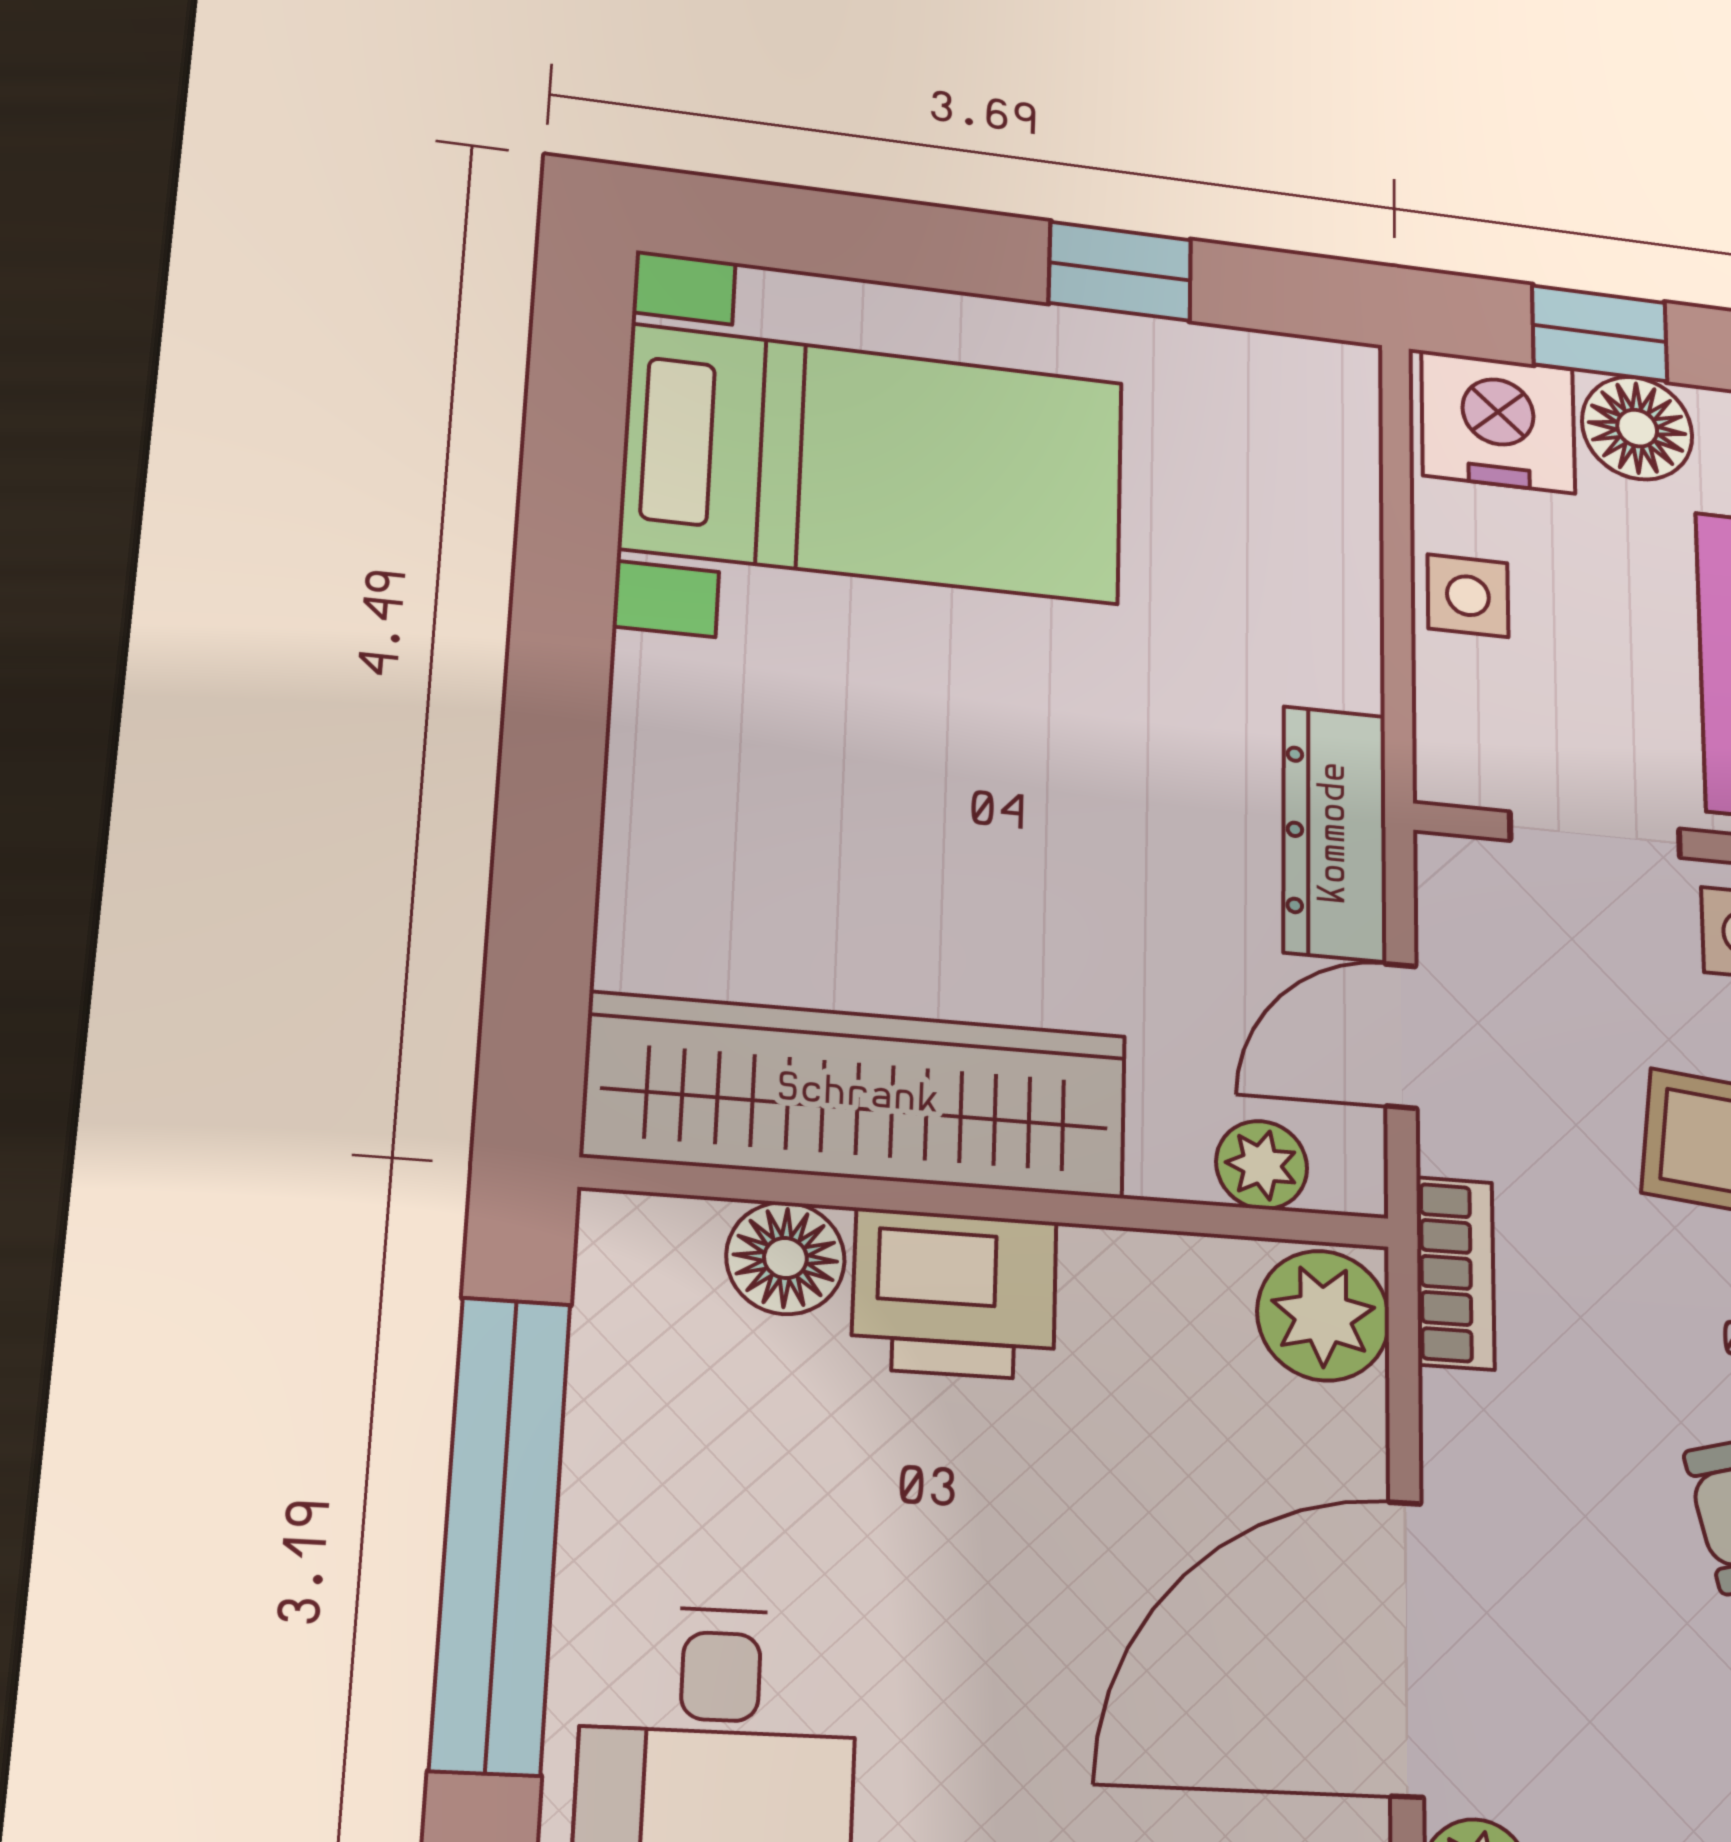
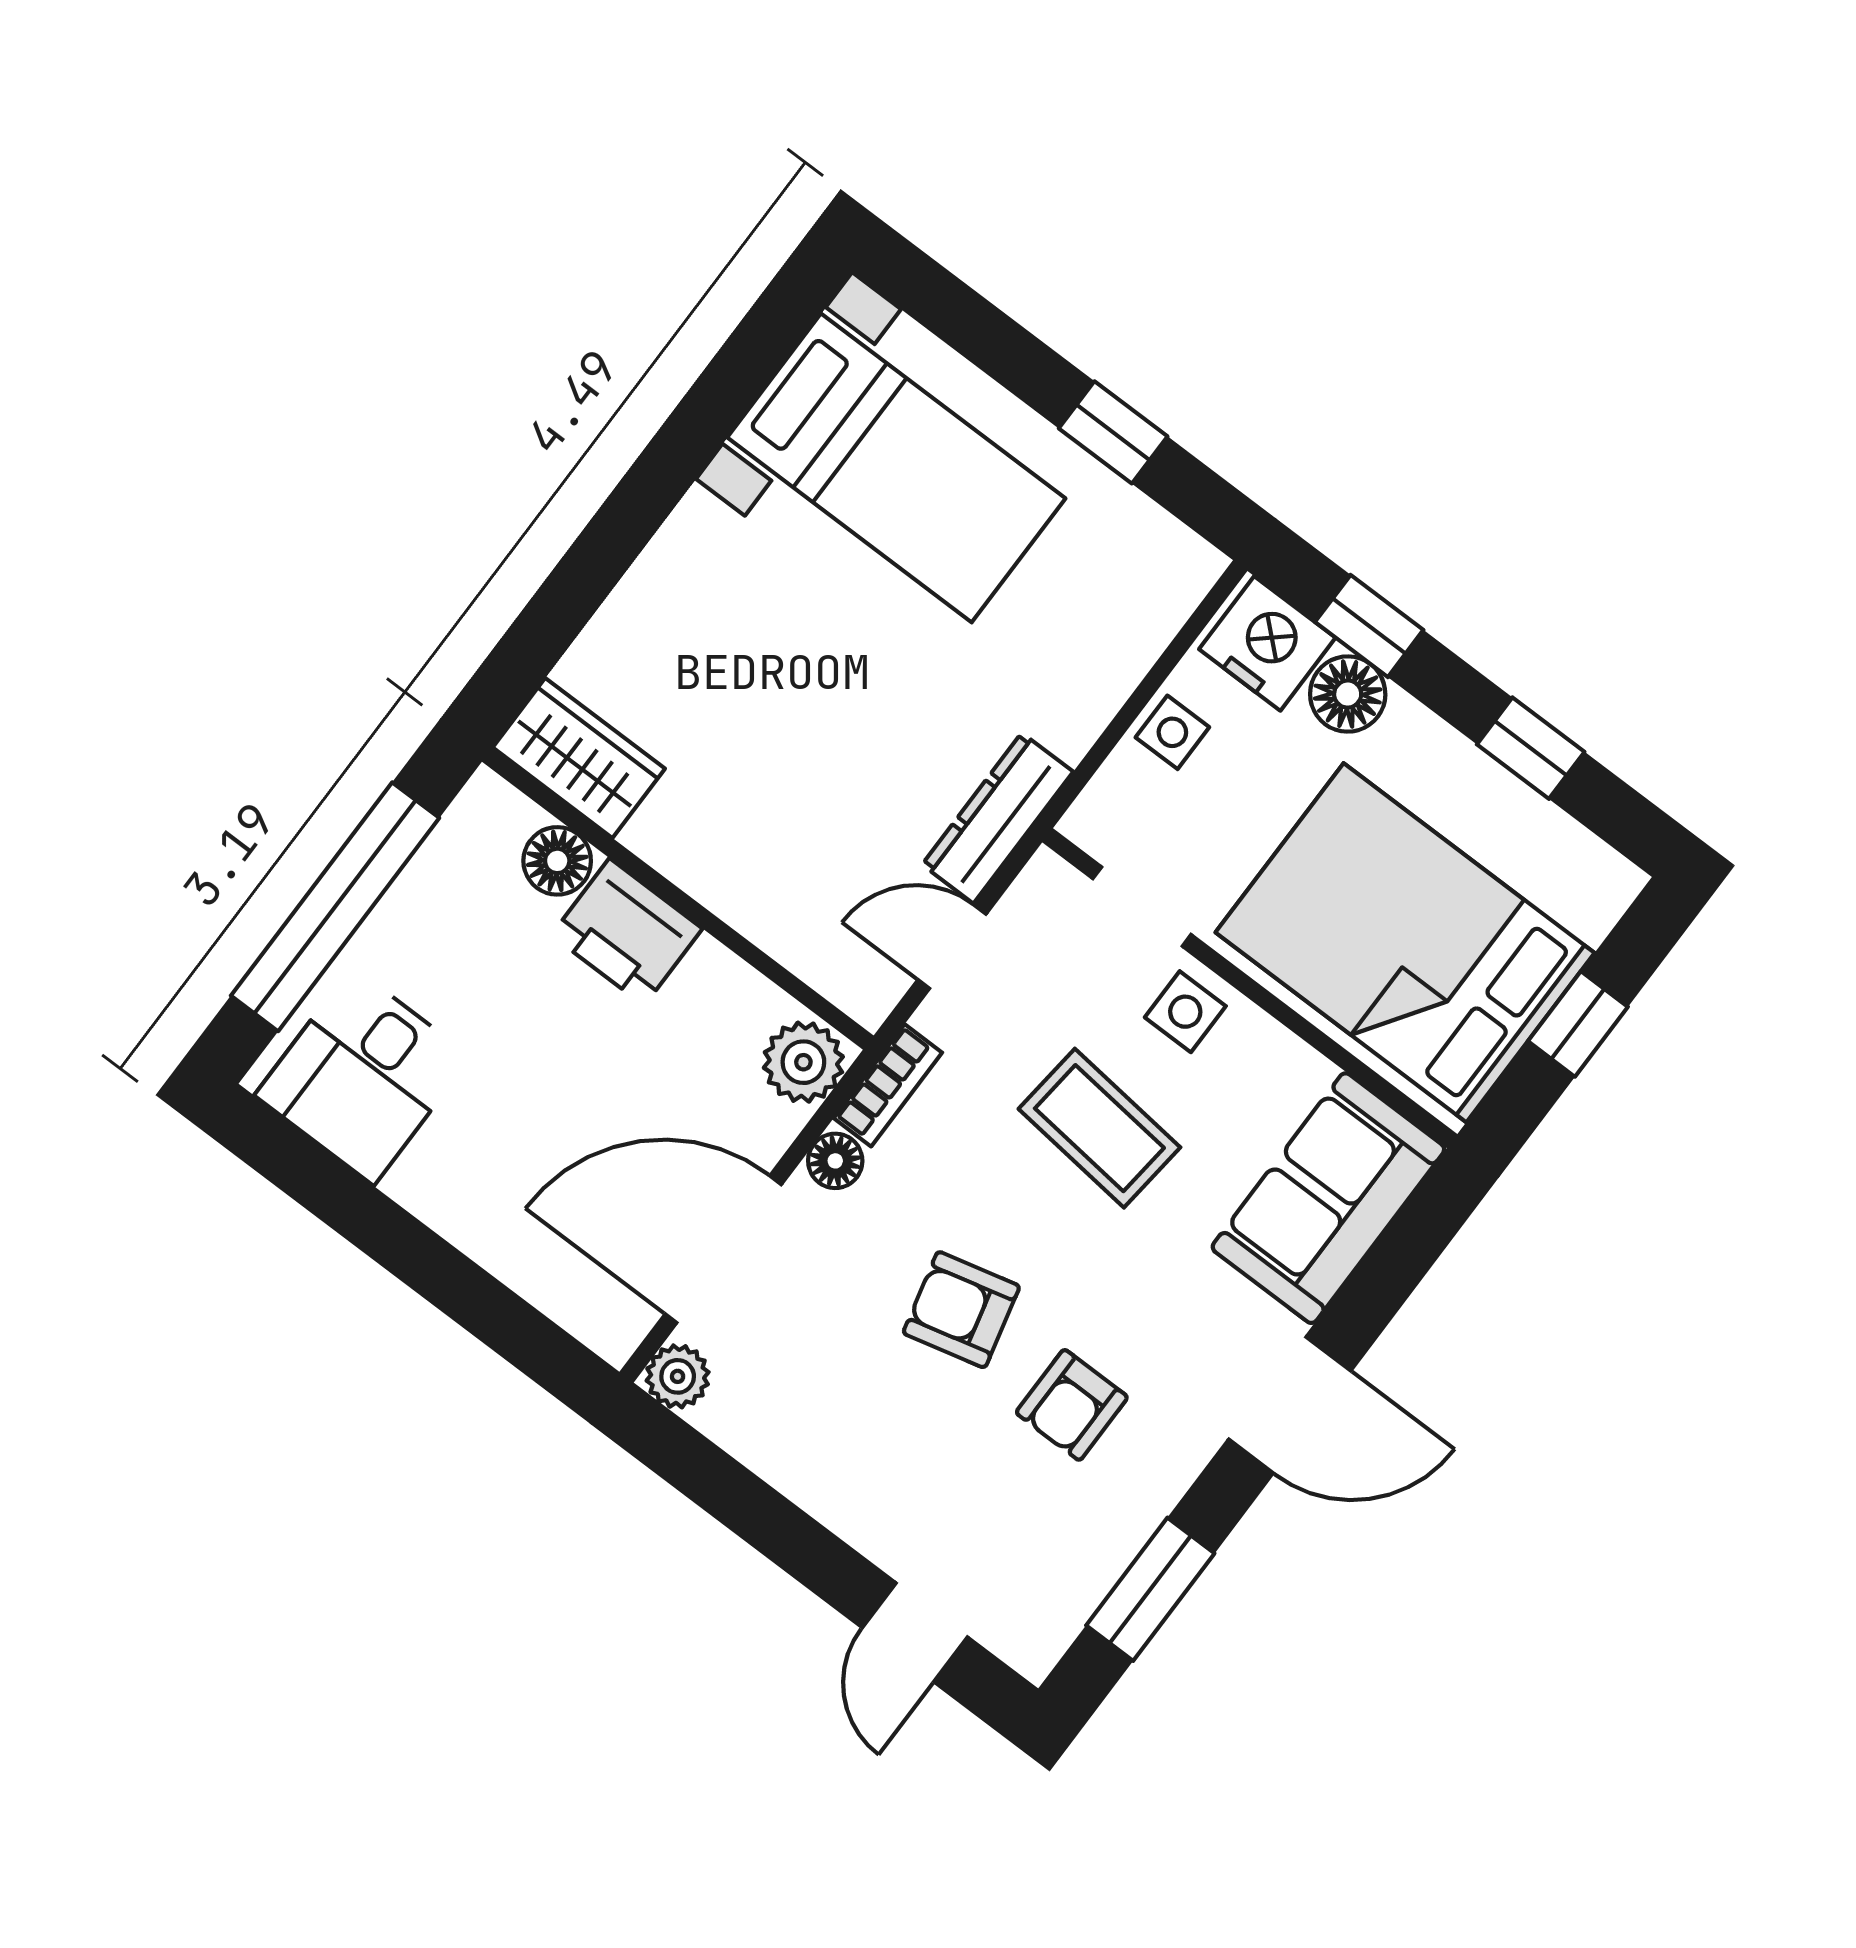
wardrobe: (858, 1096) -> (579, 758), width x0.48, depth x0.85
plant: (1262, 1165) -> (828, 967), removed
floor lamp: (1463, 1422) -> (835, 1161), added

